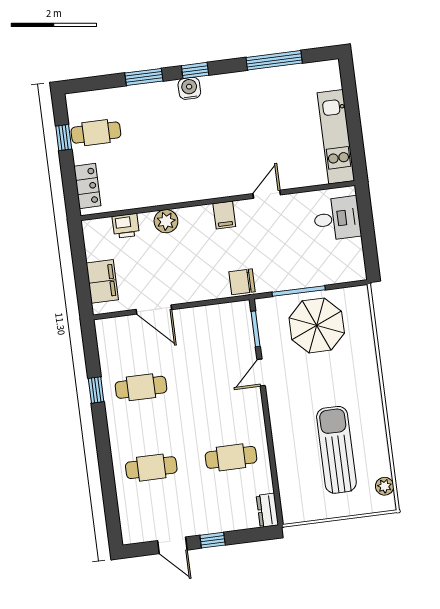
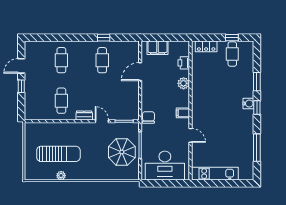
desk: (337, 219) -> (165, 166), width x1.87, depth x1.30
plant: (385, 486) -> (61, 176), moved
dresser: (267, 510) -> (84, 116), moved

